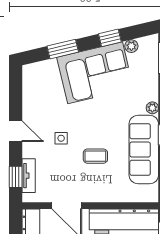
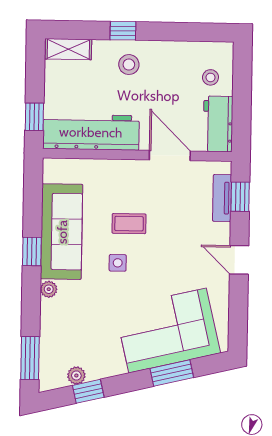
window: (110, 38) -> (88, 391), moved
corner sofa: (95, 73) -> (168, 330), moved
side table: (61, 138) -> (118, 263), moved

